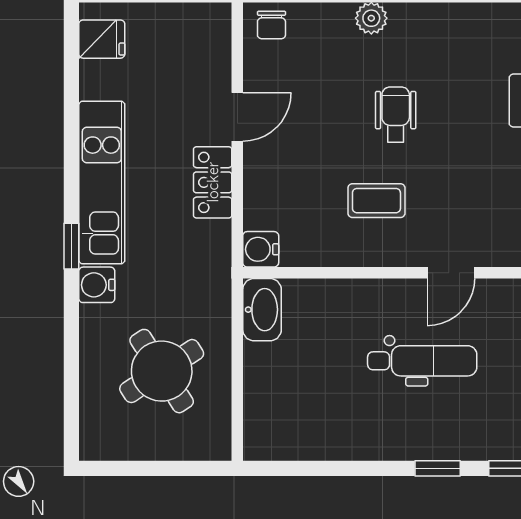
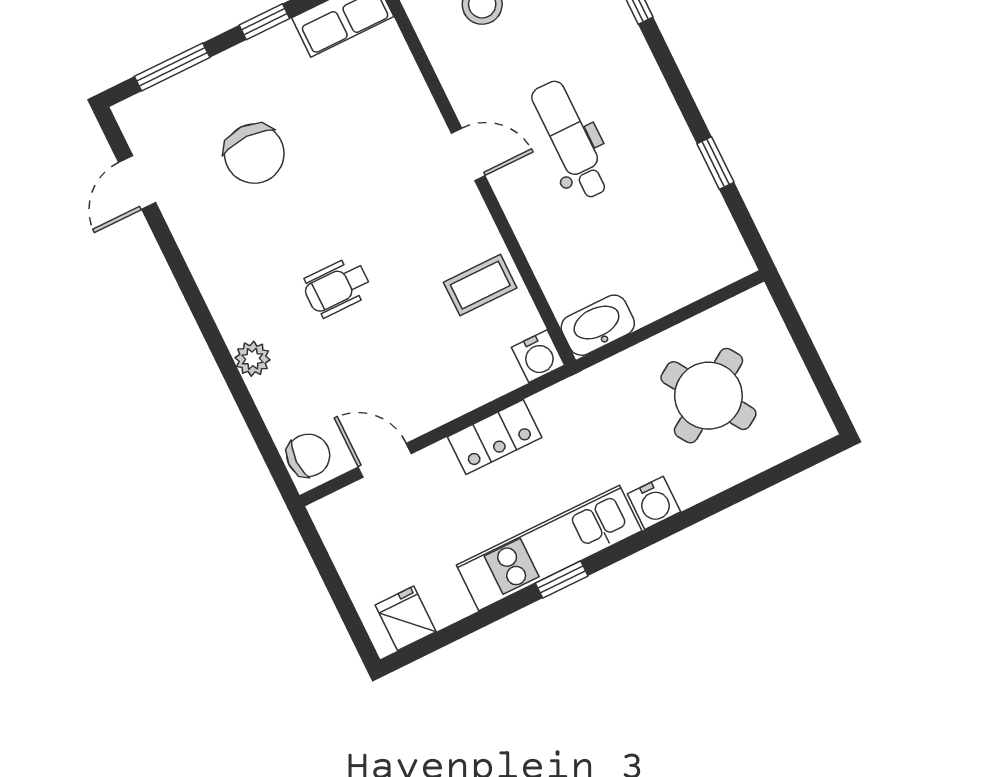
chair: (271, 25) -> (308, 455), width x1.37, depth x1.37
door: (237, 117) -> (385, 460), moved
coffee table: (376, 201) -> (480, 285), moved, turned 90
window: (71, 246) -> (562, 580), moved
window: (438, 468) -> (715, 163), moved

